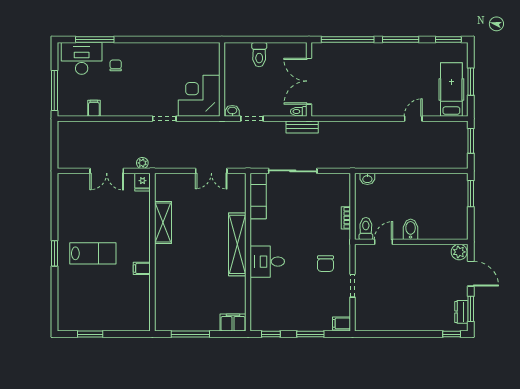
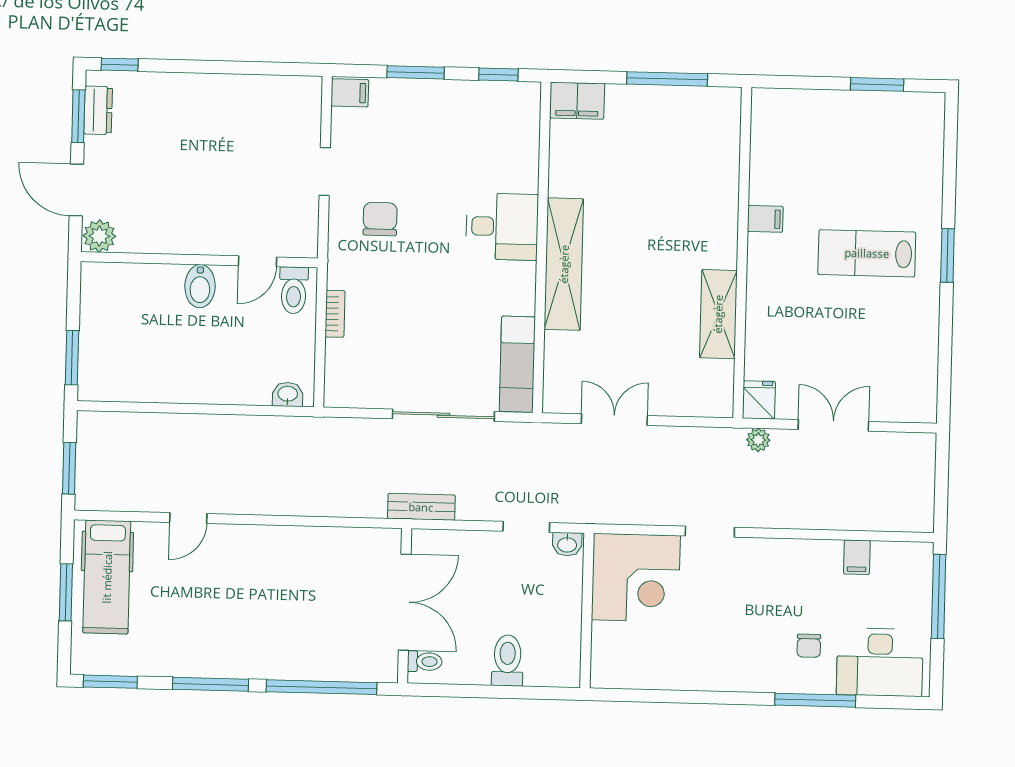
window: (95, 40) -> (815, 700), moved
toilet: (299, 111) -> (425, 661), moved

